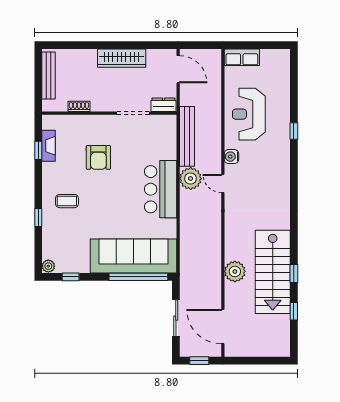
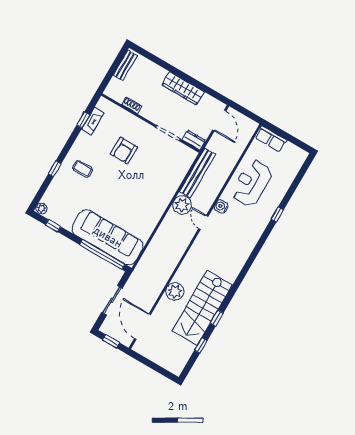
bench: (49, 76) -> (125, 65), width x0.73
bar counter: (161, 189) -> (156, 200), removed

